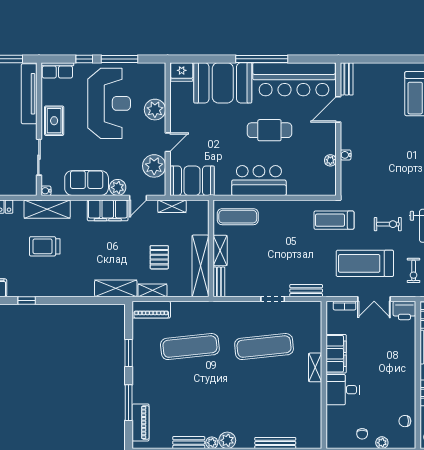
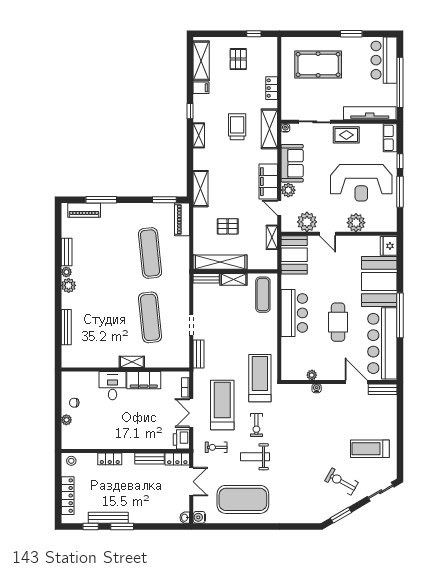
treadmill: (334, 220) -> (260, 378), width x1.37, depth x1.38
shelving: (152, 290) -> (199, 135), moved
window: (129, 353) -> (164, 200), moved
chair: (405, 421) -> (85, 440), removed

